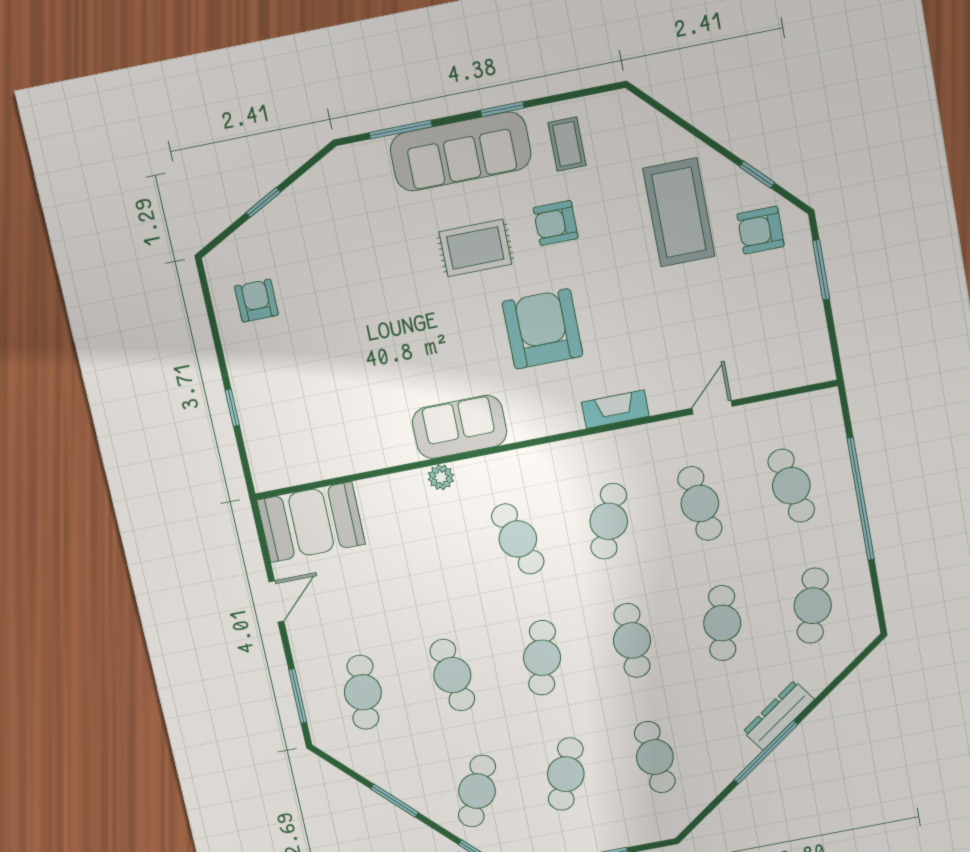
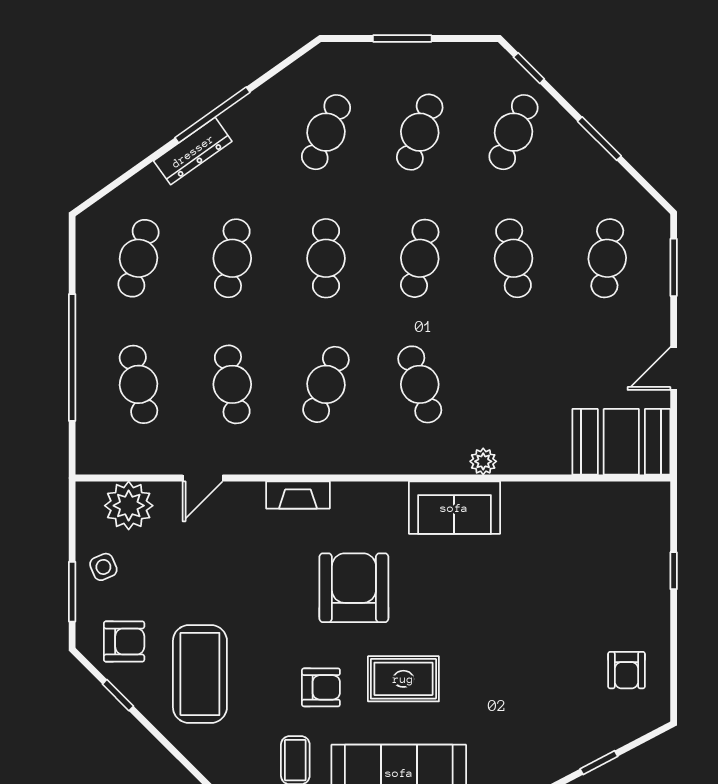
side table: (794, 301) -> (103, 567), added
armchair: (542, 329) -> (354, 588), turned 180
plant: (780, 366) -> (129, 506), added
cafe table: (655, 757) -> (326, 132), turned 30

